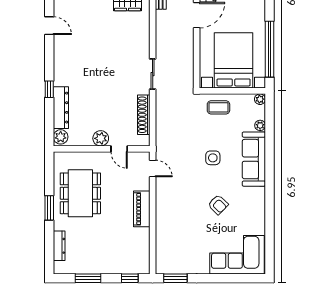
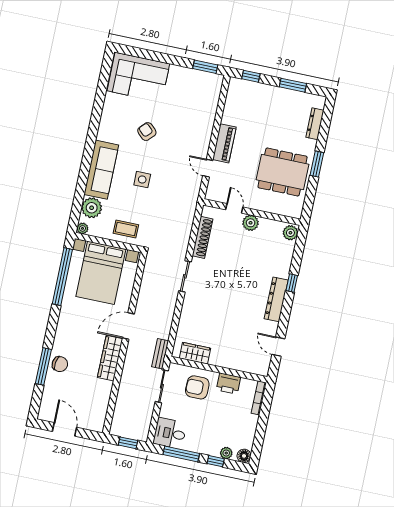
dresser: (61, 108) -> (276, 299), moved
plant: (260, 125) -> (92, 208), width x1.88, depth x1.88
door: (153, 168) -> (208, 168), moved
dining table: (80, 193) -> (283, 172), turned 90

